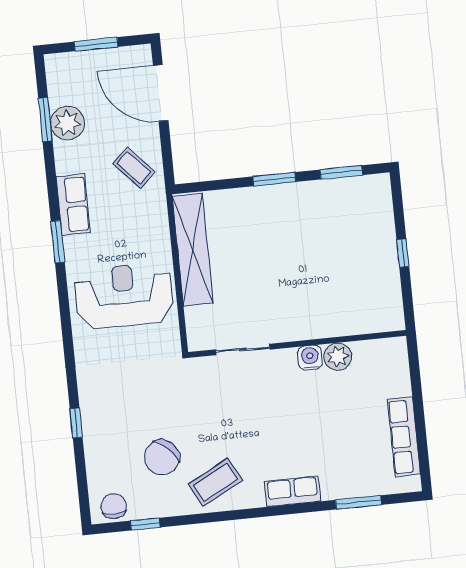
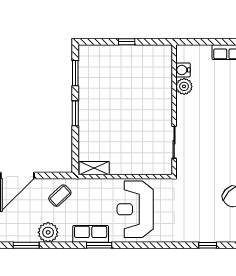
plant: (67, 123) -> (48, 232), moved
row of seats: (73, 205) -> (91, 234), moved
shelving: (193, 250) -> (94, 168), width x0.45, depth x0.75
water cooler: (310, 358) -> (183, 70), moved

